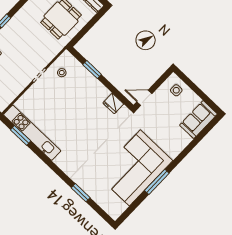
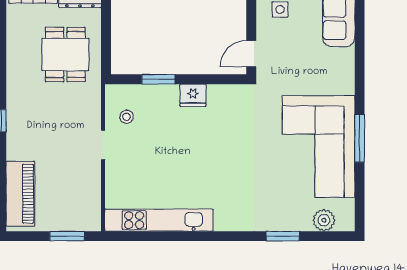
fridge: (113, 103) -> (193, 95), moved
window: (21, 135) -> (148, 236), removed
plant: (106, 203) -> (324, 220), added

